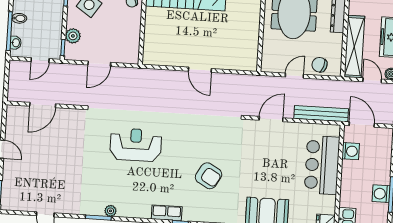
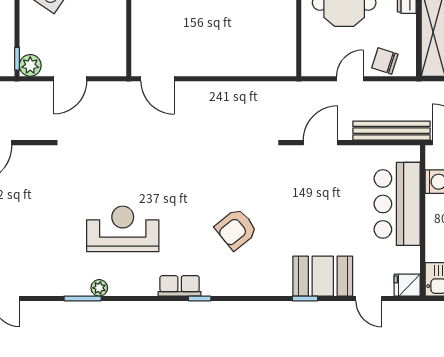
plant: (73, 36) -> (30, 65), moved
door: (200, 70) -> (158, 79), moved
reception desk: (136, 145) -> (123, 229), moved
armchair: (209, 176) -> (236, 229), turned 111

